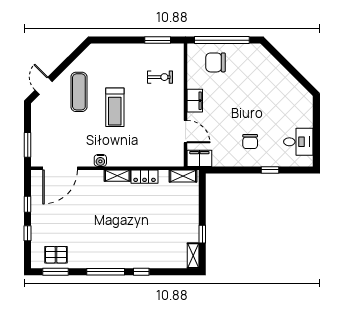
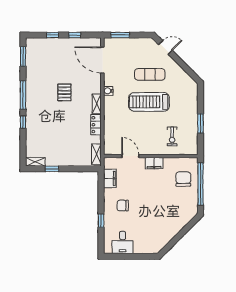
window: (158, 40) -> (200, 123), moved
exercise mat: (79, 92) -> (150, 74), moved
treadmill: (115, 107) -> (149, 102), width x1.37, depth x1.38
door: (186, 132) -> (130, 156), swing flipped
filing cabinet: (199, 158) -> (110, 178), moved
pallet: (56, 255) -> (64, 92), moved

